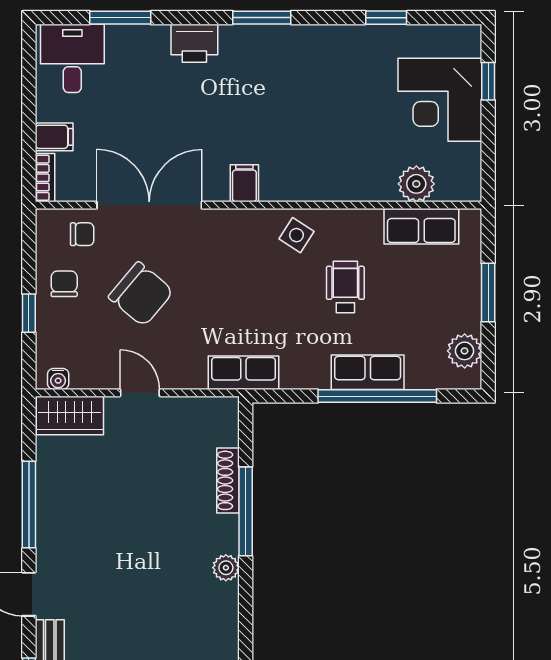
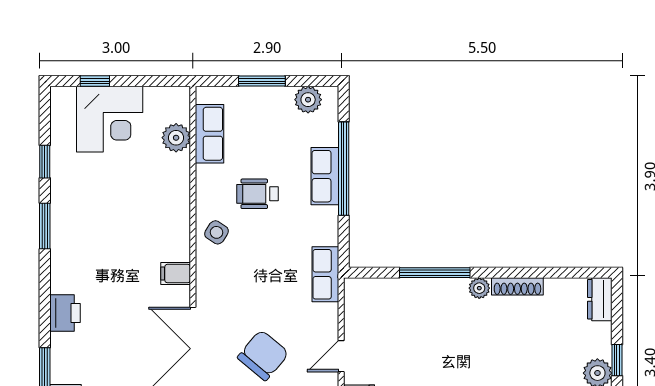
window: (262, 18) -> (45, 226), moved
shoe rack: (228, 480) -> (517, 286), moved

